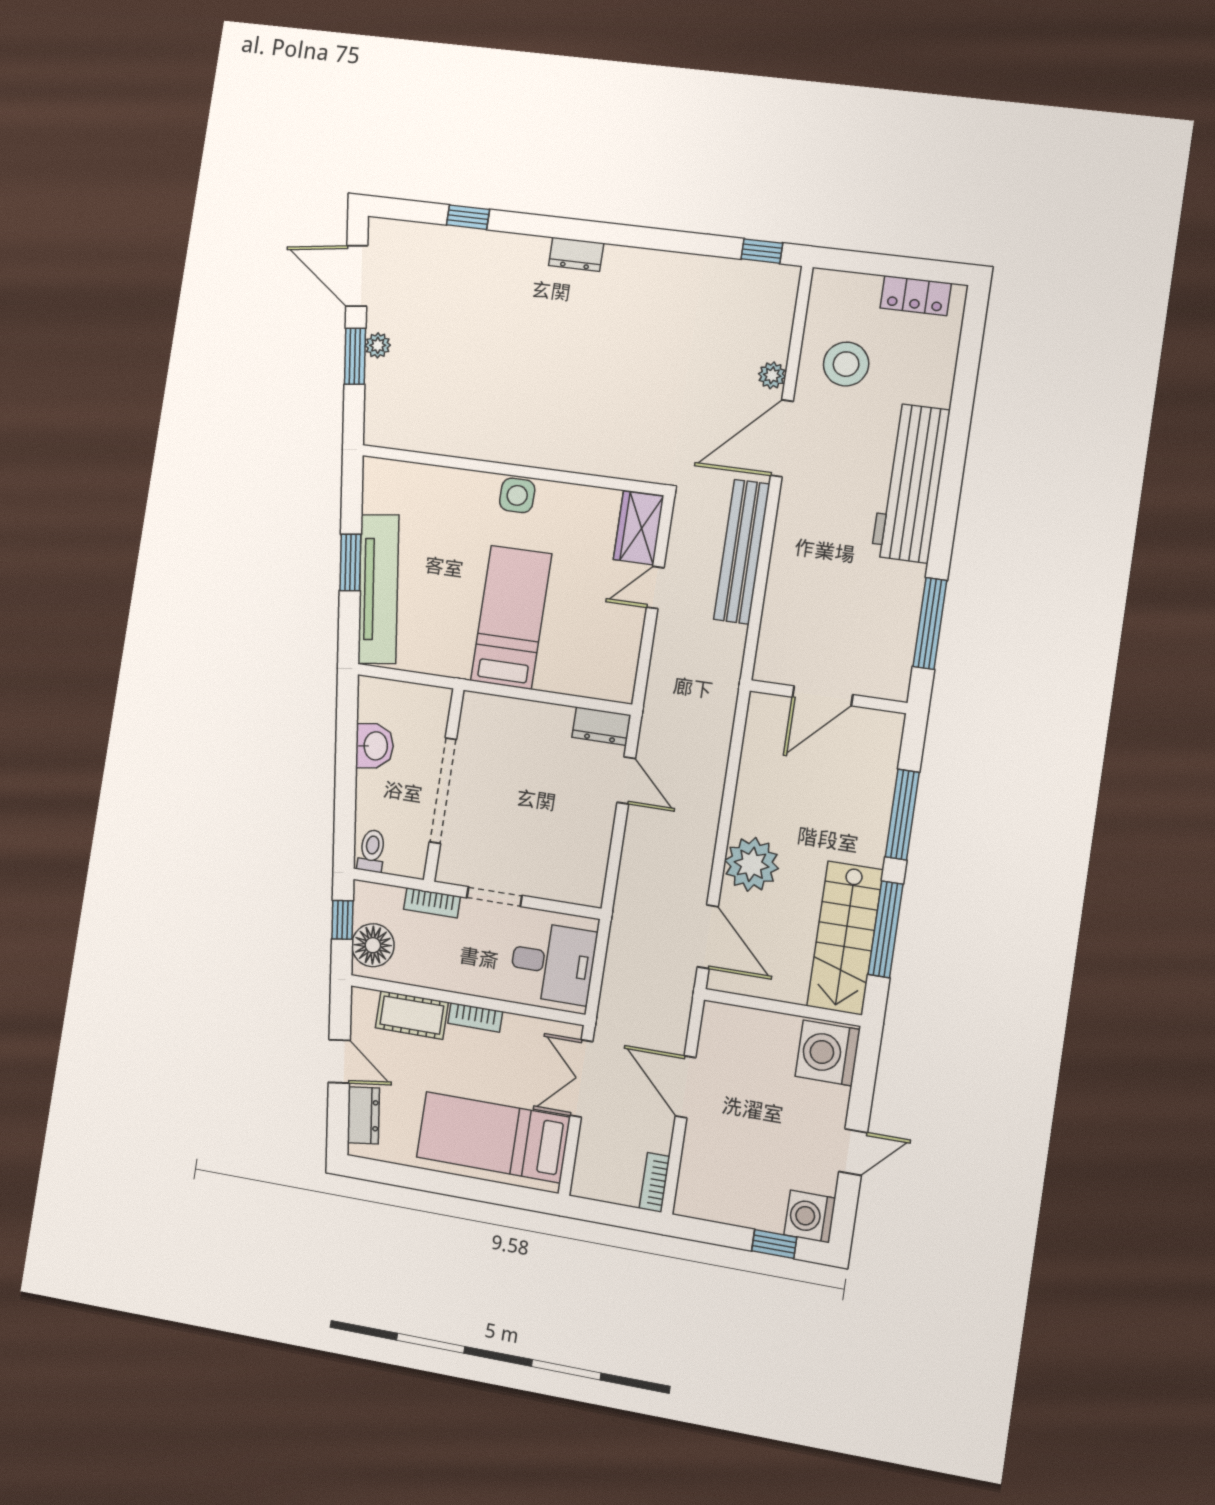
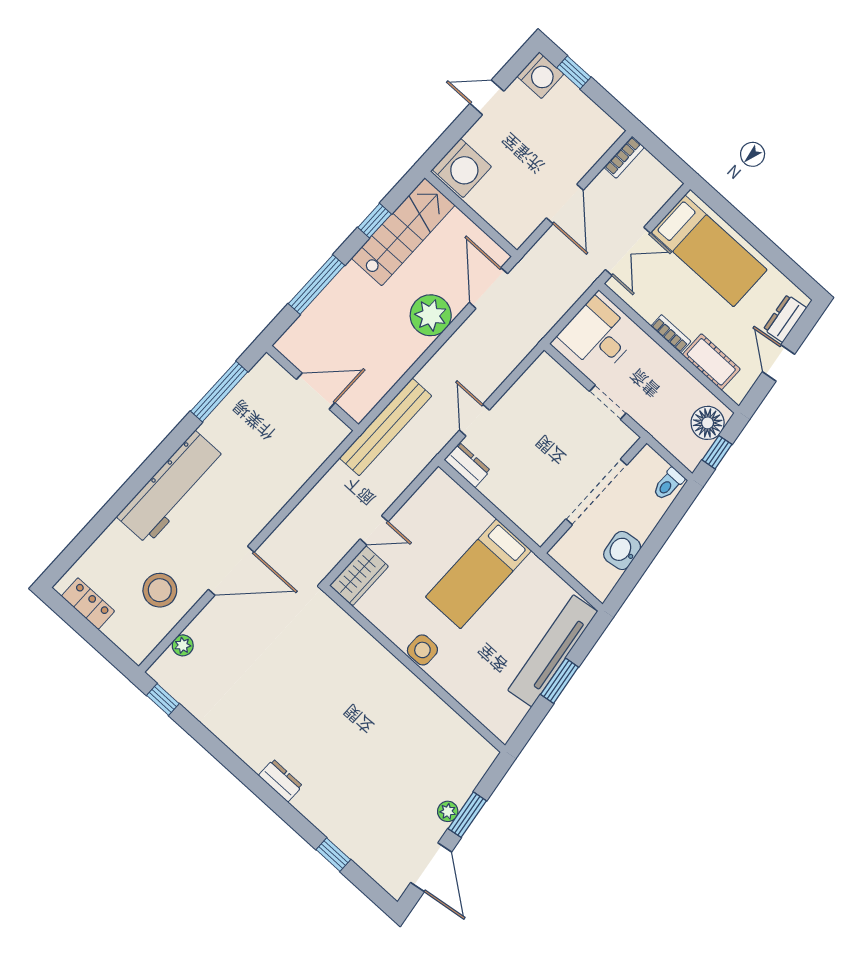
plant: (772, 375) -> (183, 645), moved
bench: (742, 552) -> (386, 427), moved
bookcase: (432, 903) -> (651, 425), removed
window: (886, 929) -> (375, 221), width x0.46

